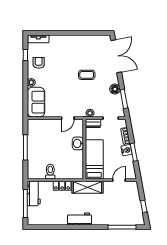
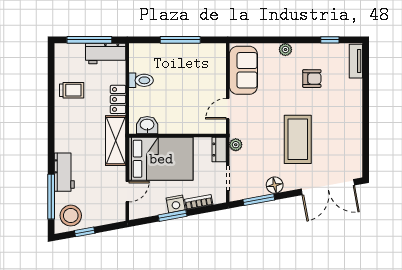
armchair: (39, 63) -> (312, 79), moved
coffee table: (87, 75) -> (298, 139), width x1.86, depth x1.72
sofa: (36, 102) -> (243, 70), moved, turned -90
door: (68, 118) -> (228, 109), hinge flipped
washbasin: (78, 143) -> (147, 125), moved
bed: (94, 159) -> (161, 159), width x1.50
door: (119, 180) -> (127, 192), hinge flipped
trolley: (56, 214) -> (72, 90), added
stool: (134, 215) -> (71, 216), added
workbench: (79, 219) -> (64, 172), moved

